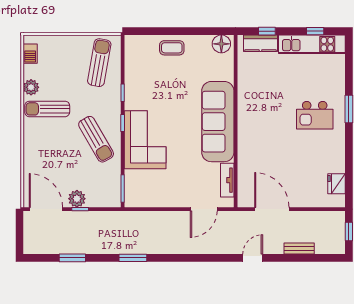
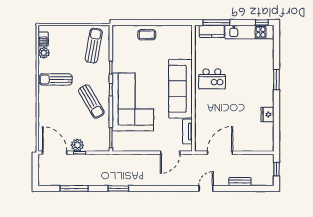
window: (267, 31) -> (216, 23), width x2.17
window: (315, 31) -> (262, 23), moved
floor lamp: (221, 44) -> (183, 32), removed
plant: (31, 87) -> (44, 53), moved
kitchen island: (315, 115) -> (212, 79), moved
corner sofa: (145, 140) -> (133, 102), width x1.36, depth x1.36
fridge: (337, 184) -> (267, 115), moved
door: (272, 209) -> (220, 153), hinge flipped
window: (72, 258) -> (74, 188), width x1.44

